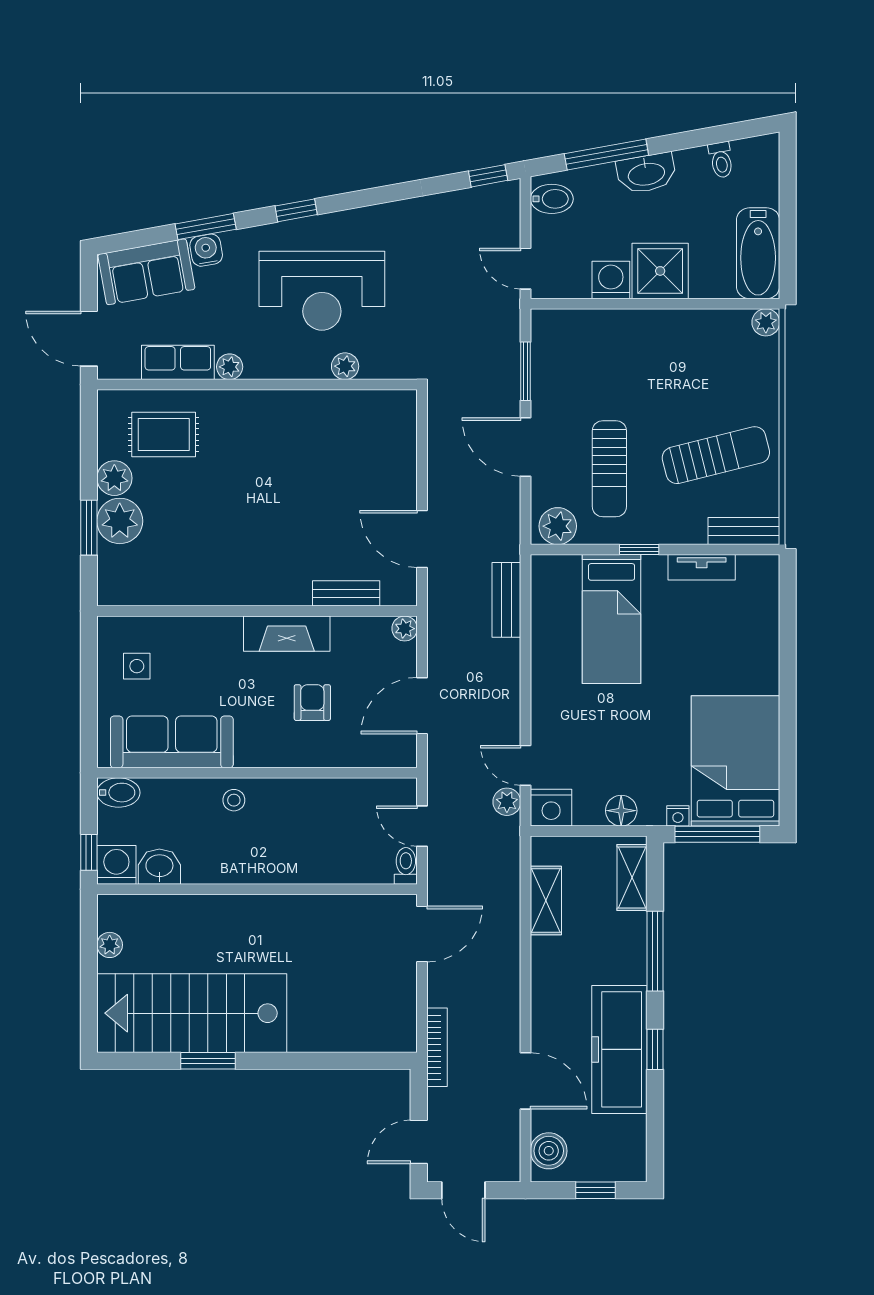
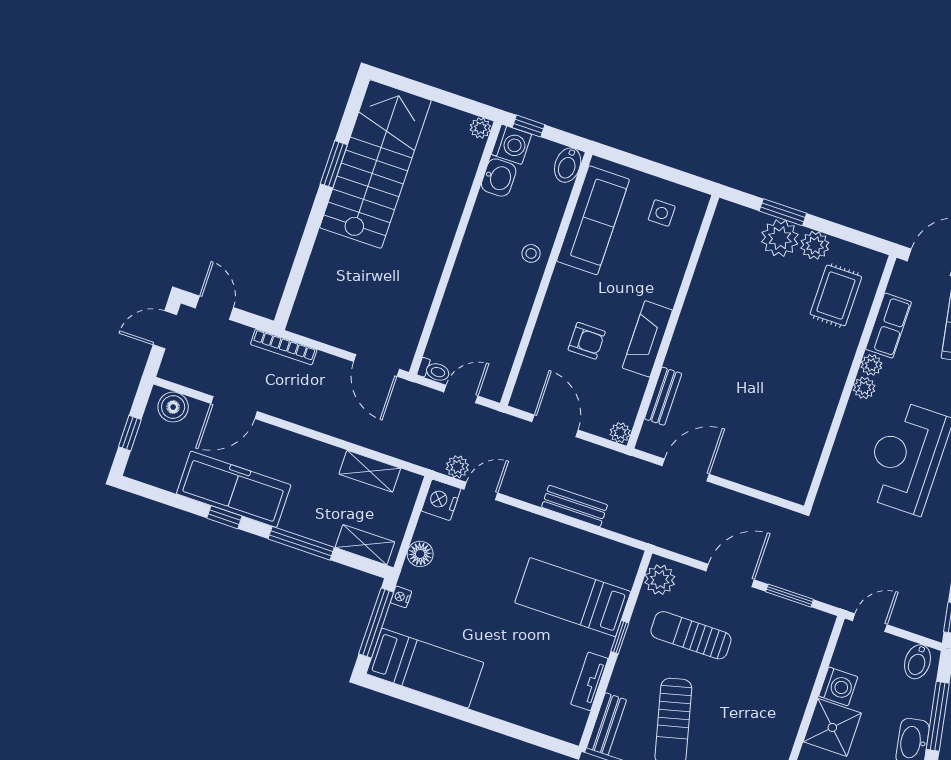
plant: (345, 366) -> (864, 388), moved
bench: (506, 600) -> (575, 506), moved
bed: (735, 761) -> (425, 668), width x0.67
plant: (110, 945) -> (480, 128), moved

